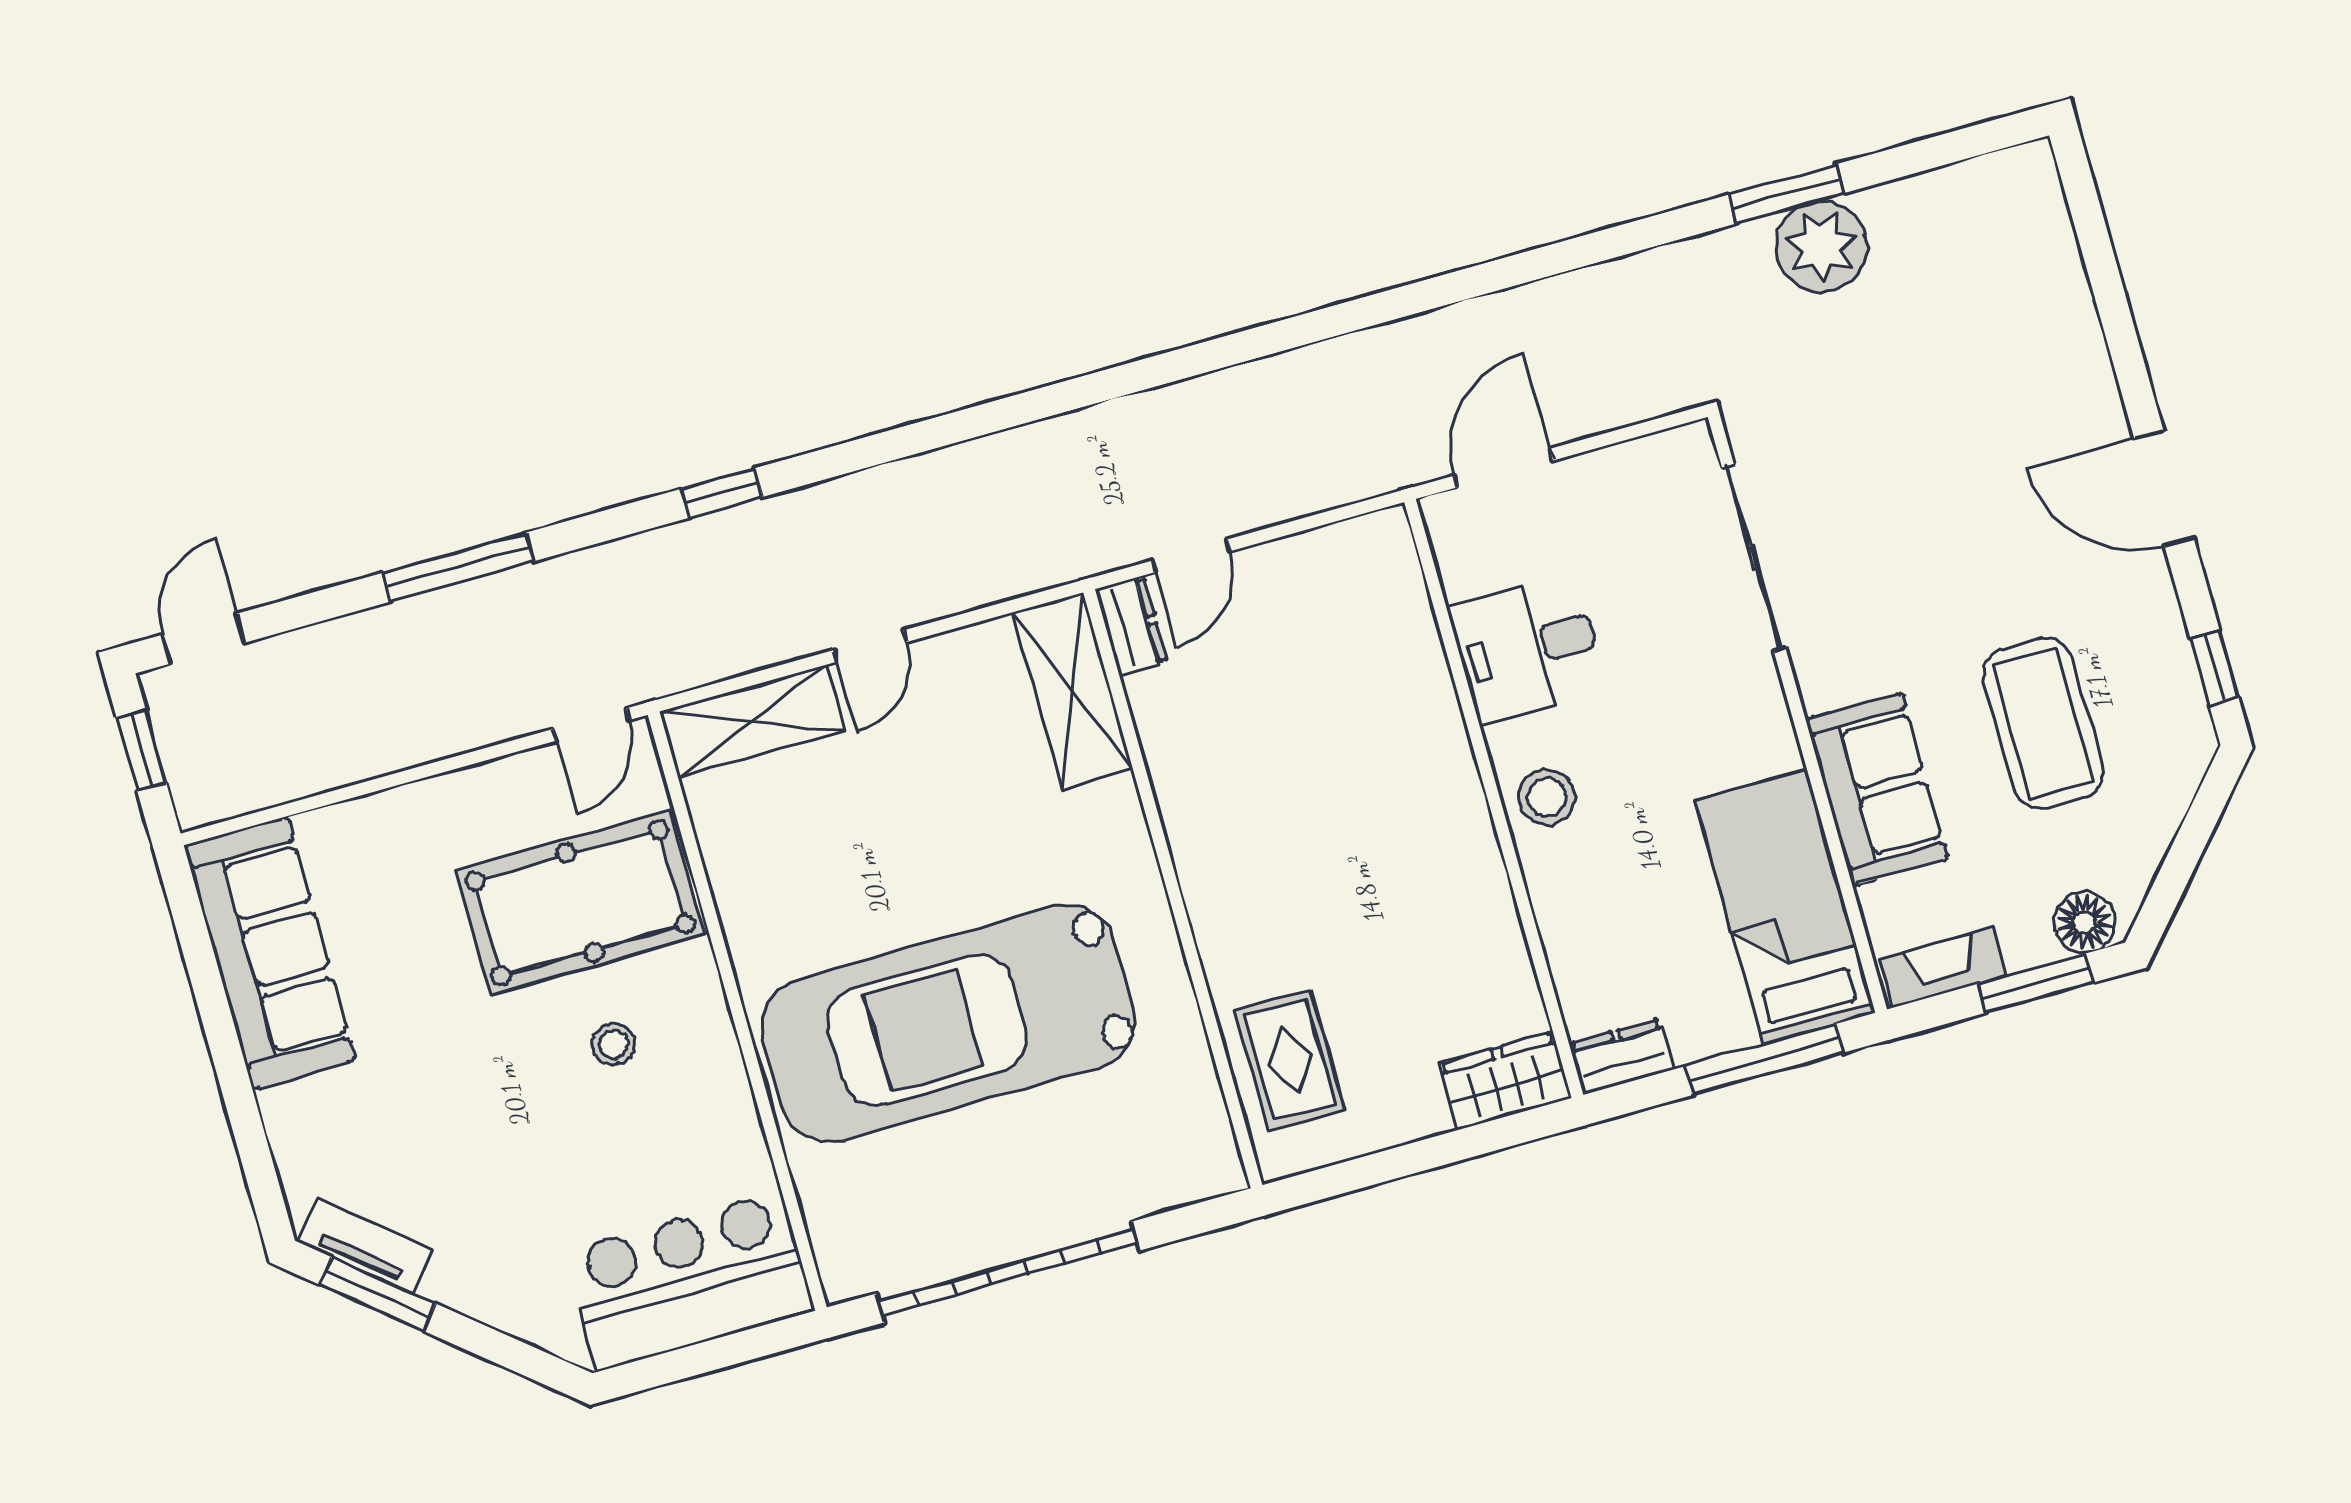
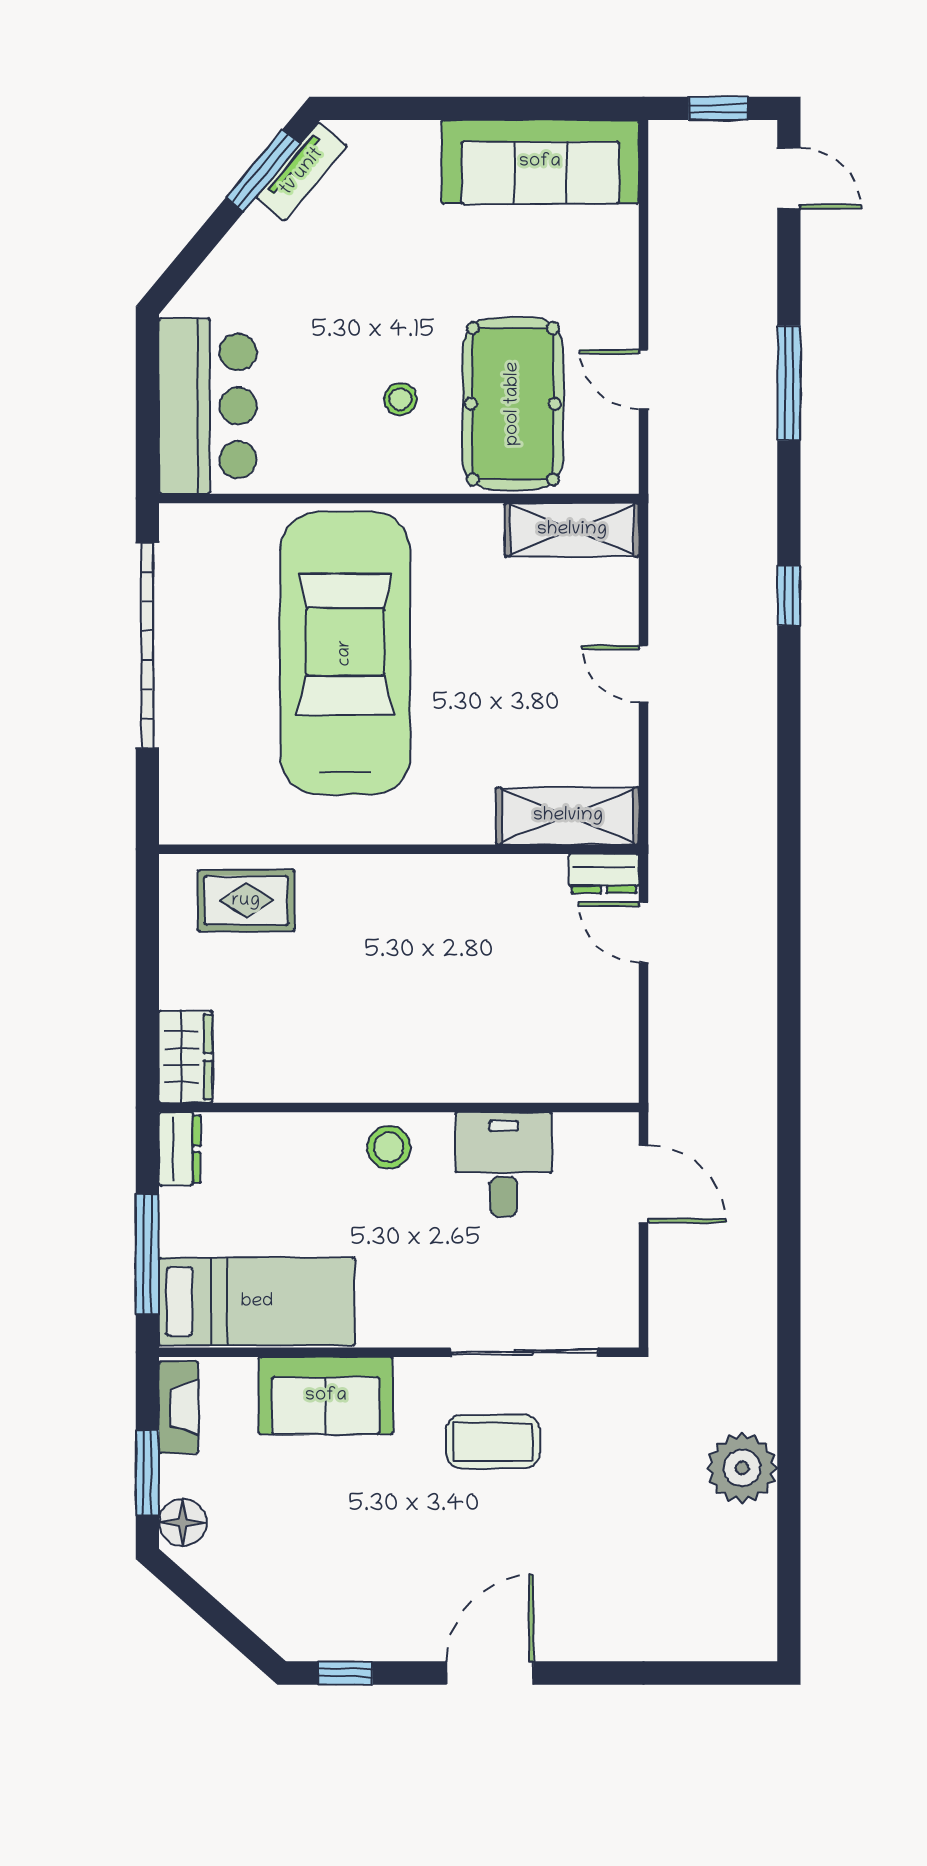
window: (1786, 194) -> (789, 1453), removed
shelving: (752, 721) -> (572, 530), moved, turned 90
coffee table: (2043, 723) -> (493, 1442), moved, width x0.73, depth x0.76
door: (591, 724) -> (644, 379), moved

